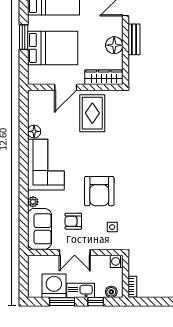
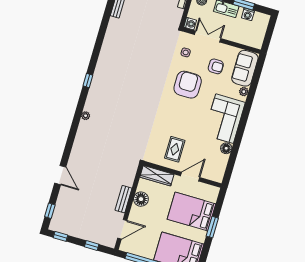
rug: (92, 113) -> (175, 149), width x0.73, depth x0.70
double door: (75, 253) -> (208, 36), moved
washing machine: (54, 286) -> (248, 14), width x0.53, depth x0.53

